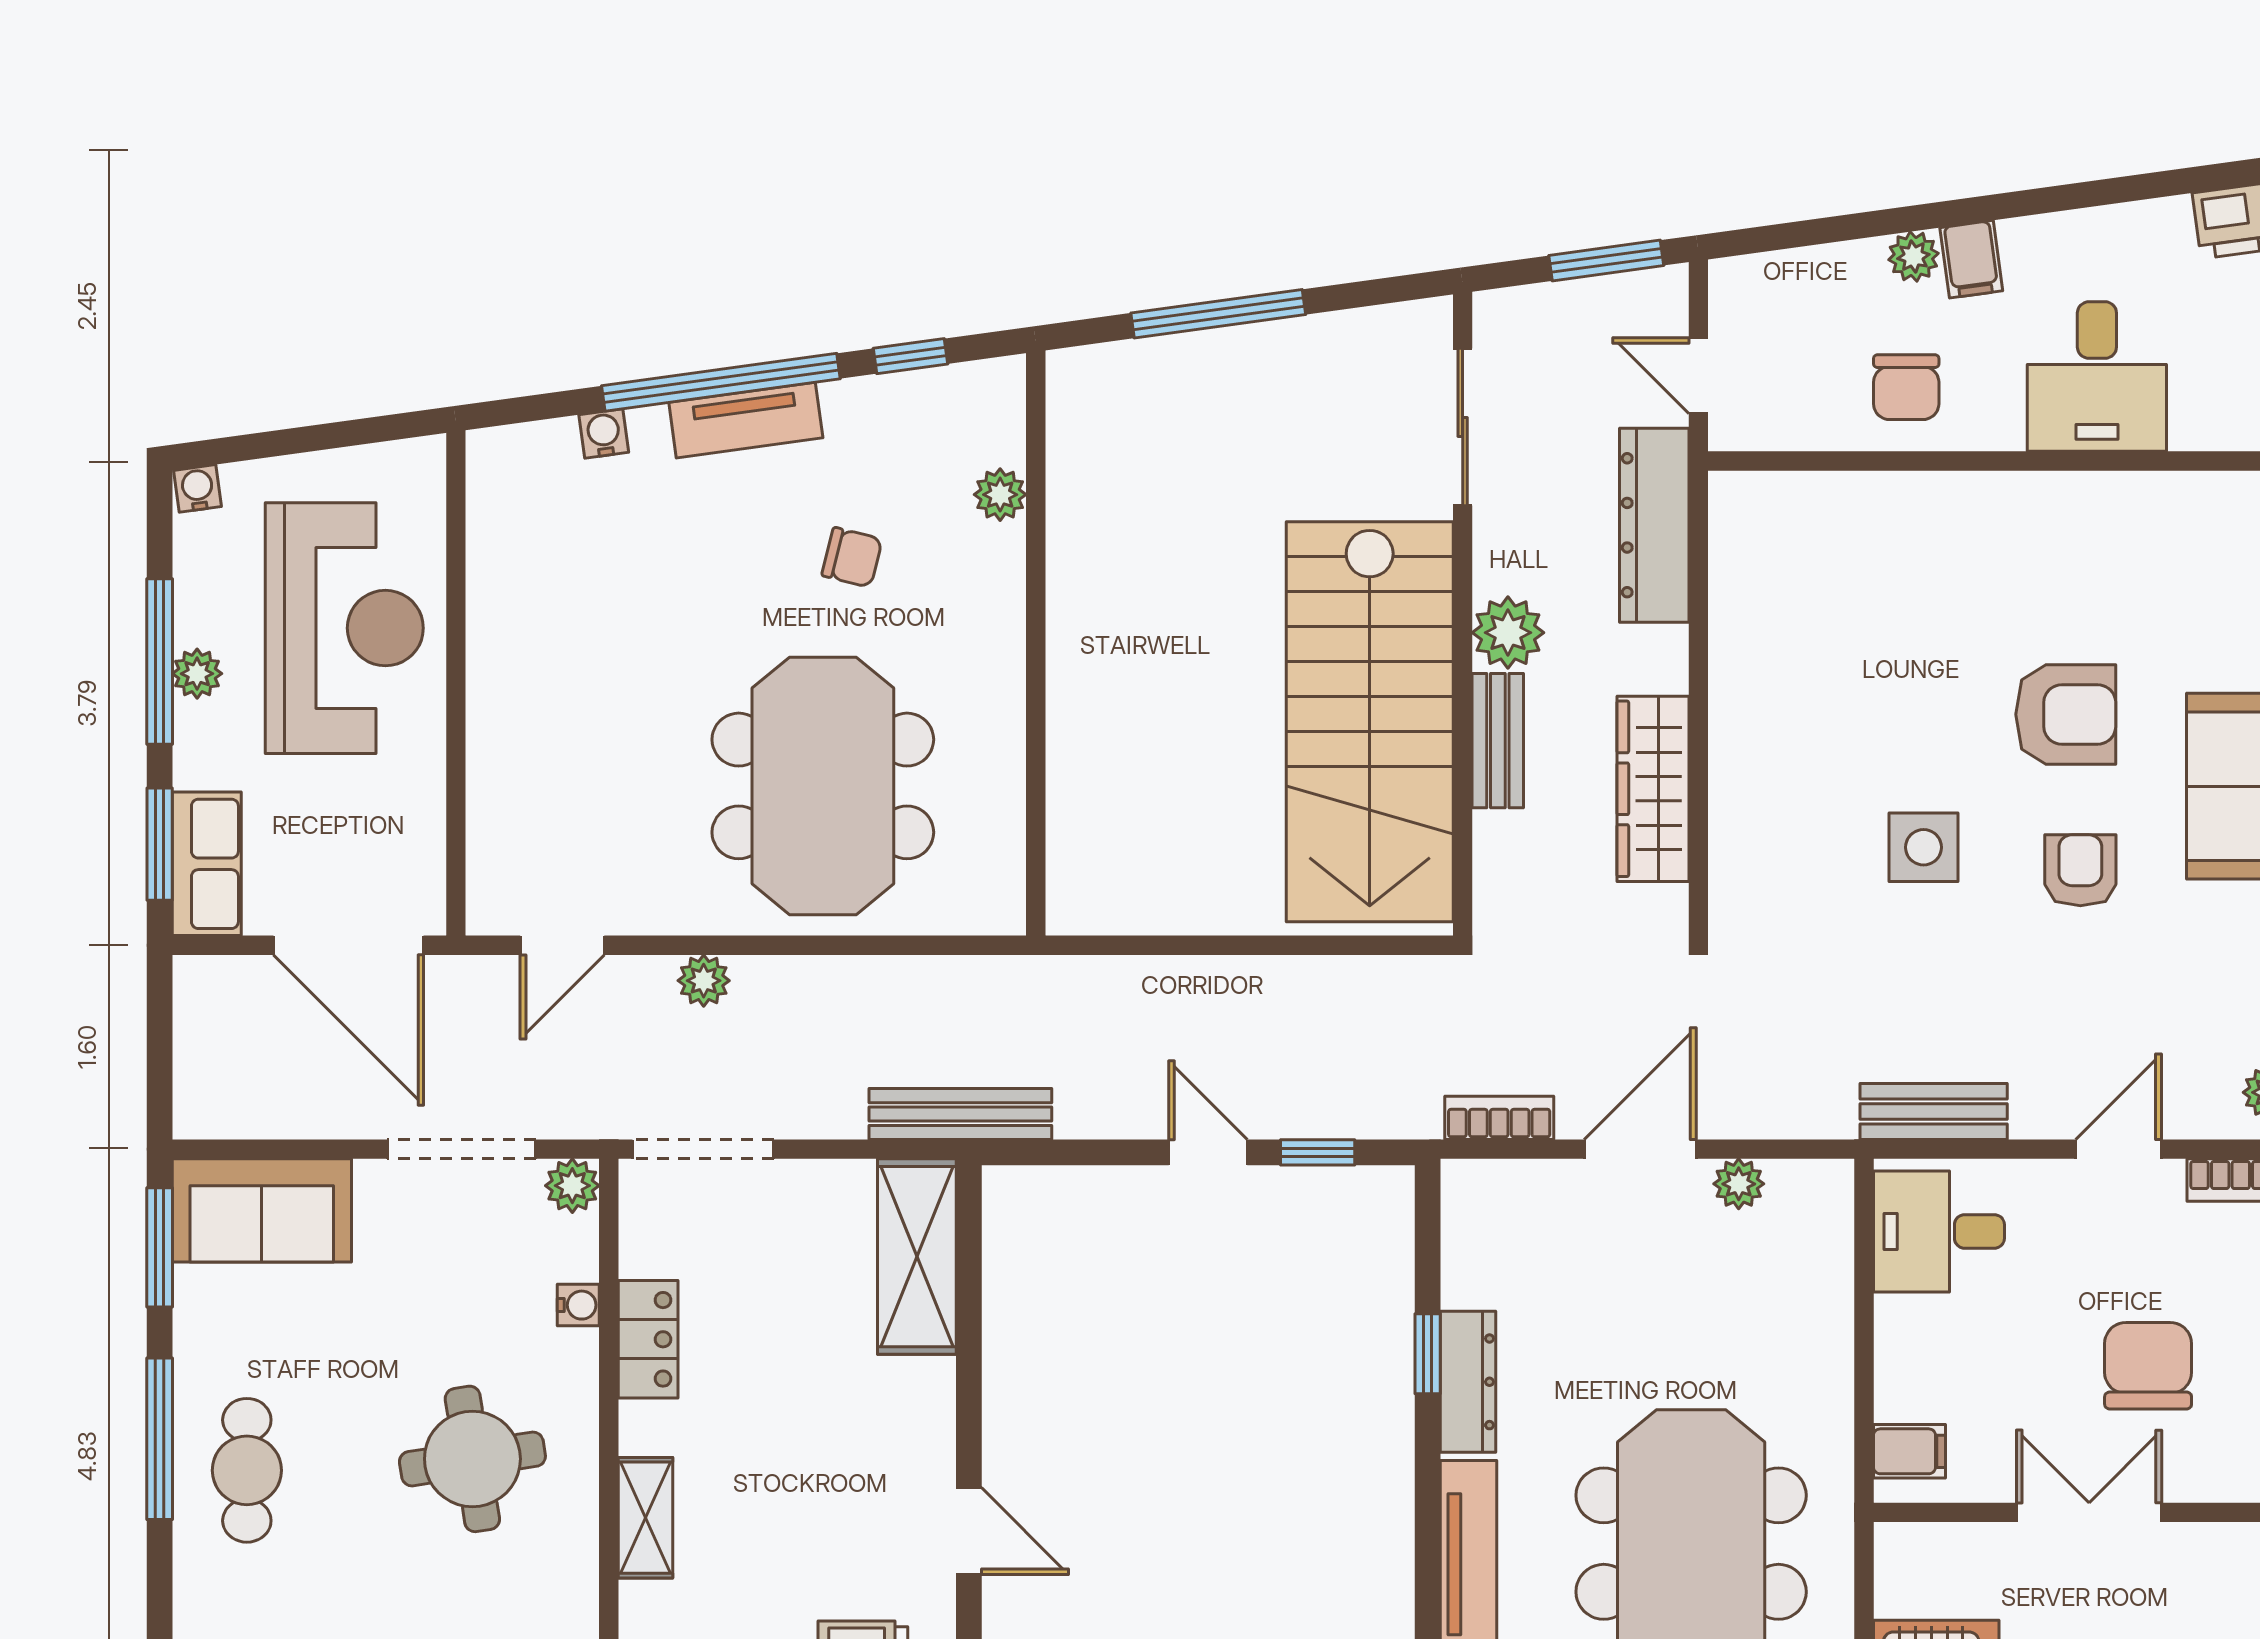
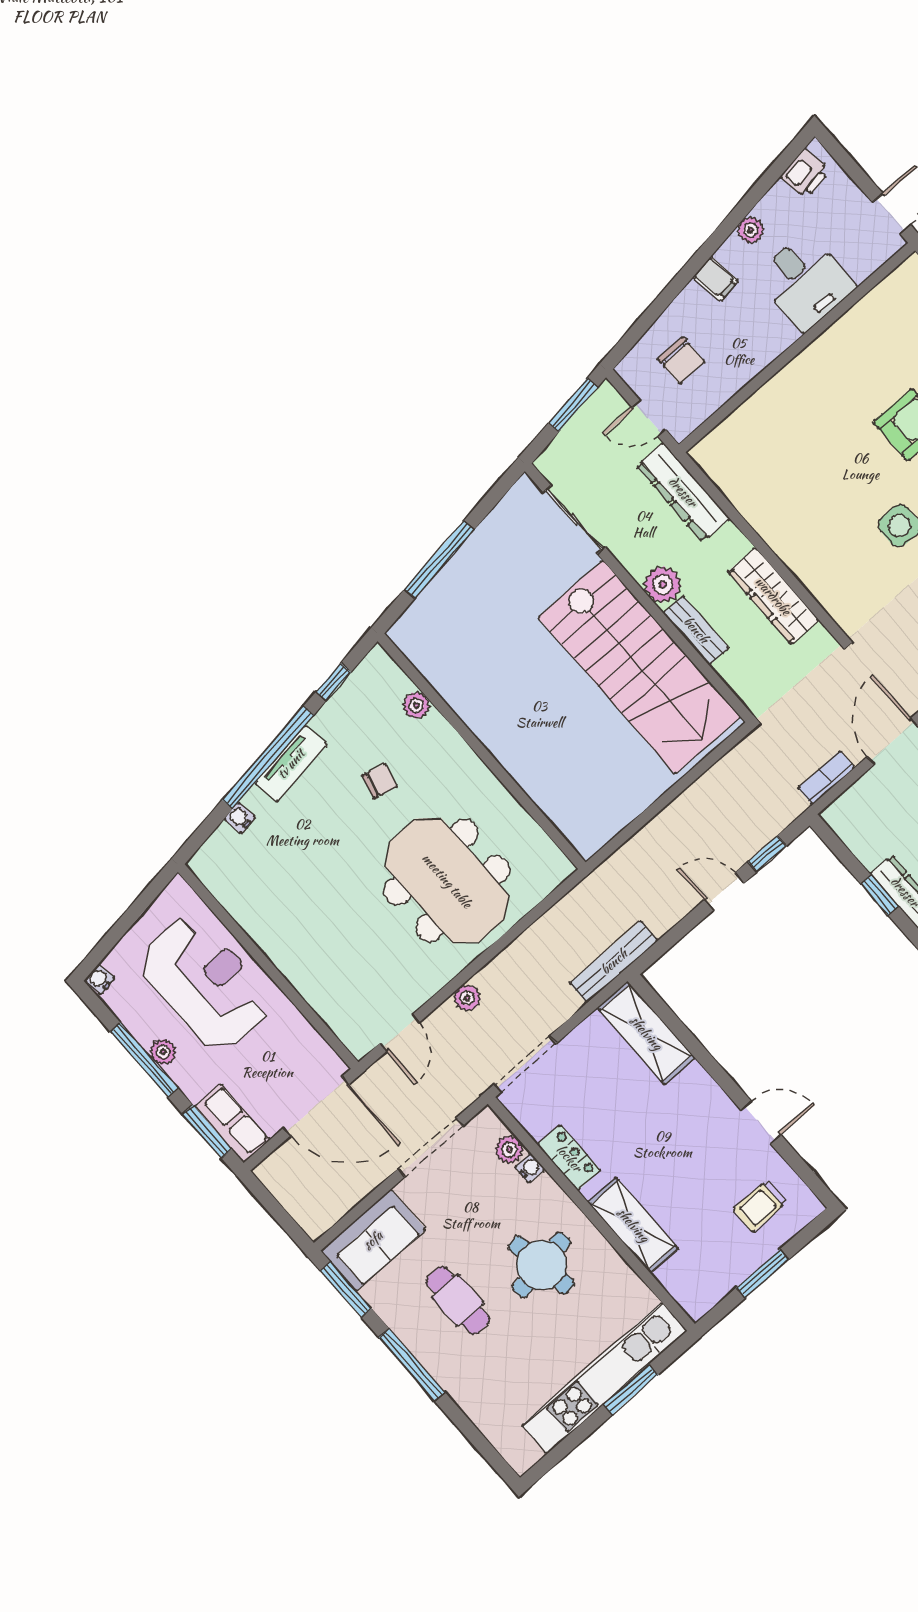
plant: (1913, 257) -> (751, 230), moved
chair: (1906, 387) -> (681, 360), moved
plant: (572, 1186) -> (509, 1149), moved
cafe table: (247, 1470) -> (458, 1300), moved
shelving: (645, 1518) -> (633, 1225), width x1.50, depth x1.33

